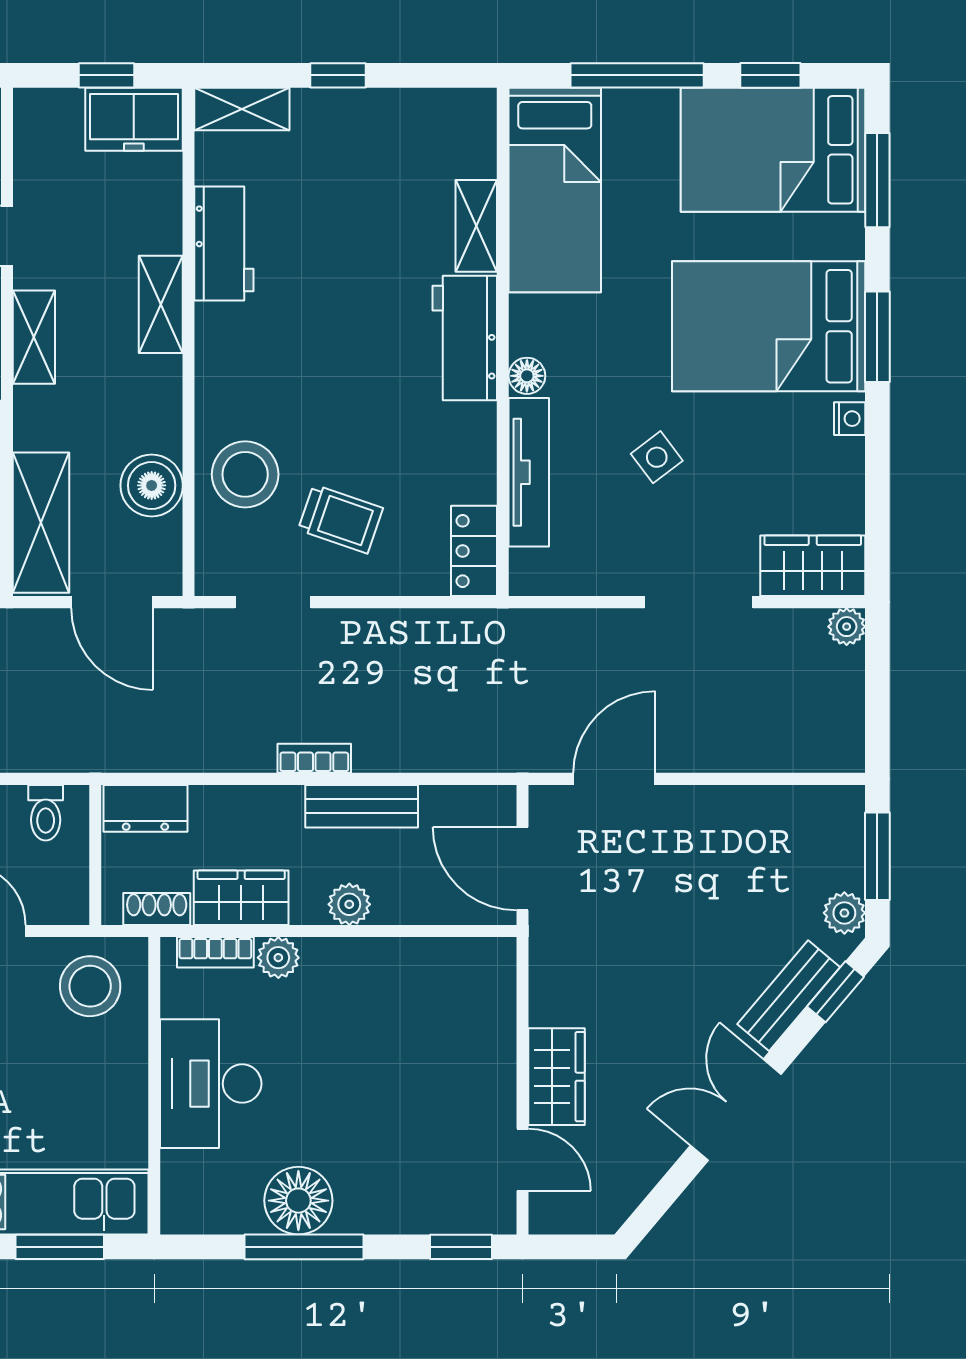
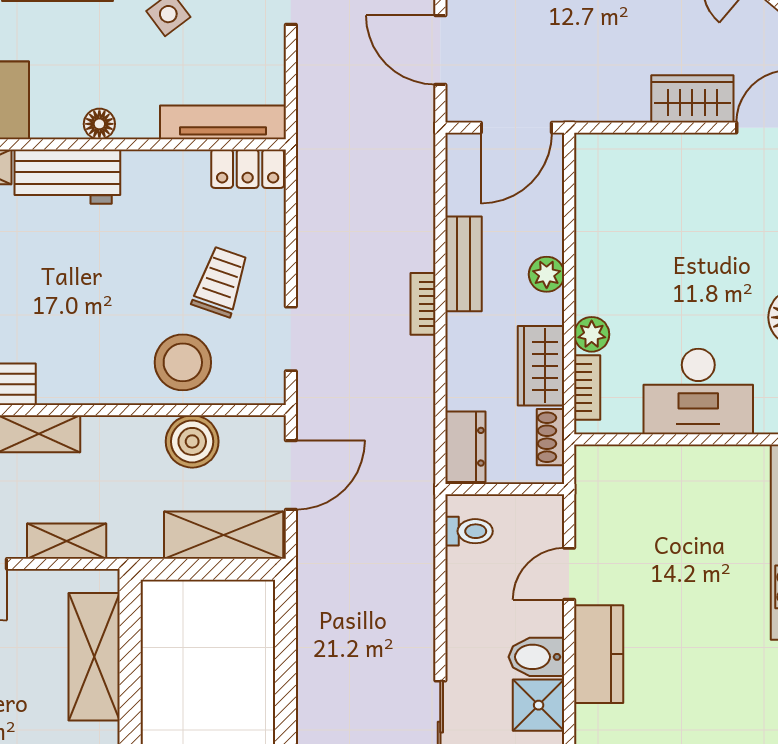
tv unit: (529, 472) -> (223, 122), moved
stool: (90, 986) -> (616, 494), removed

